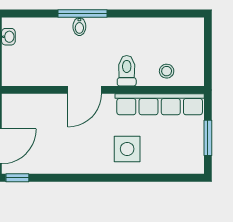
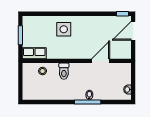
door: (85, 90) -> (101, 61), moved
row of seats: (160, 104) -> (34, 53), width x0.50

